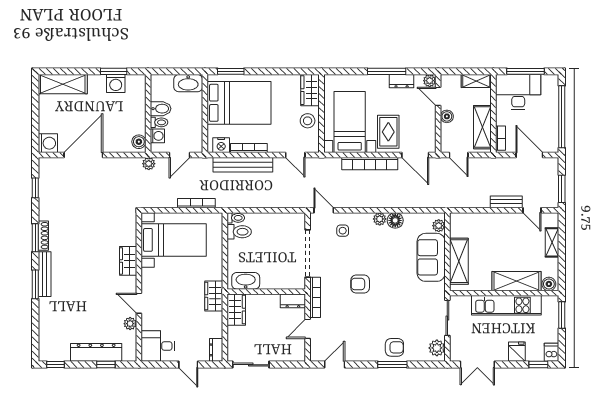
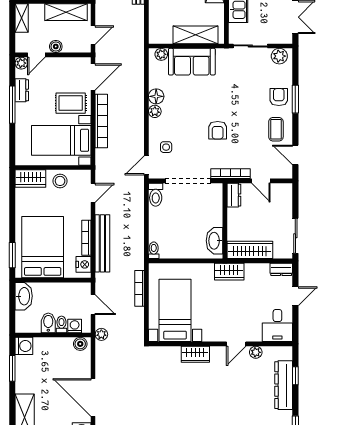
washing machine: (116, 83) -> (24, 346), moved
toilet: (239, 232) -> (156, 195), moved, turned 180
wardrobe: (236, 310) -> (250, 250), width x1.50
coffee table: (361, 344) -> (276, 129), added

